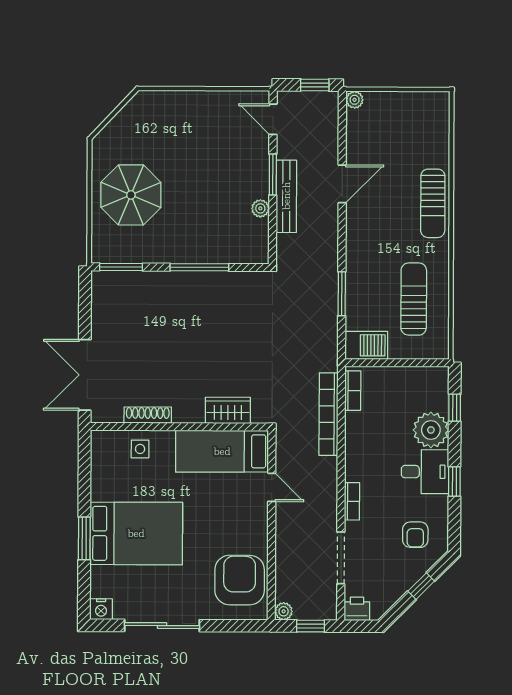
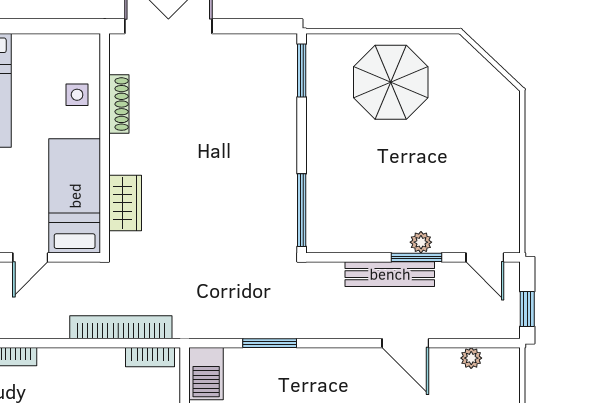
plant: (355, 100) -> (471, 358), moved
door: (273, 119) -> (485, 257), swing flipped
plant: (260, 208) -> (421, 242), moved
window: (199, 267) -> (302, 210), moved

